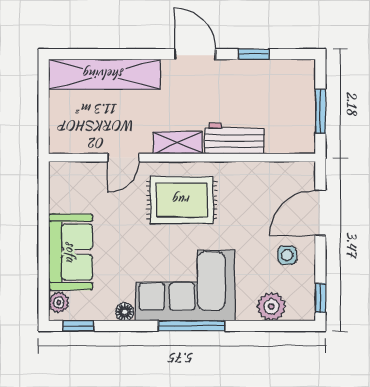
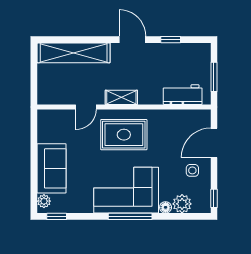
workbench: (234, 139) -> (183, 95), moved
floor lamp: (125, 312) -> (166, 207), moved

